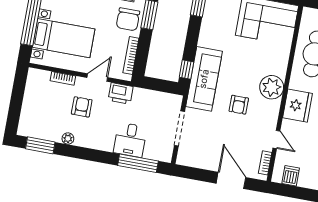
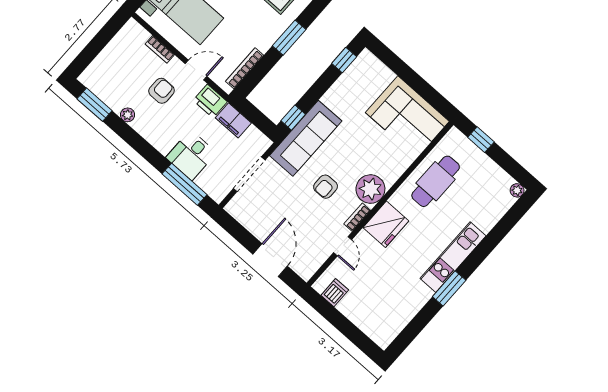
chair: (128, 19) -> (264, 29), removed
filing cabinet: (145, 97) -> (233, 120), added
bookcase: (265, 163) -> (357, 217), moved

